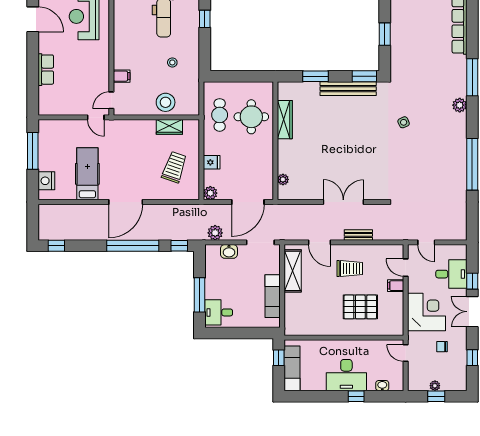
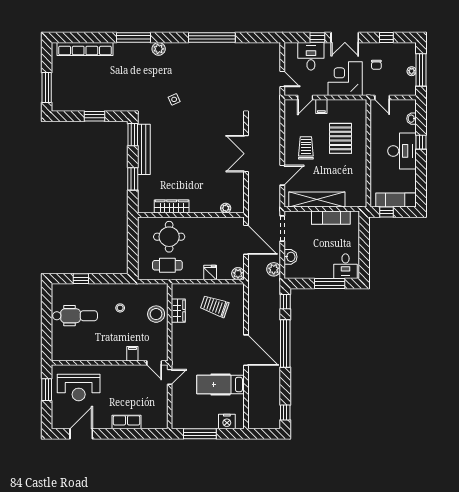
bench: (358, 235) -> (276, 140), removed
door: (426, 242) -> (282, 79), hinge flipped
shelving: (293, 271) -> (317, 199), width x1.47
door: (406, 353) -> (382, 97), hinge flipped
window: (436, 396) -> (421, 70), width x2.17

